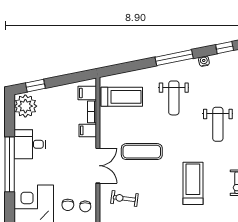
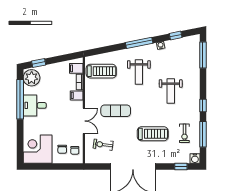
window: (10, 164) -> (20, 99), moved
treadmill: (193, 183) -> (153, 134), turned 90

